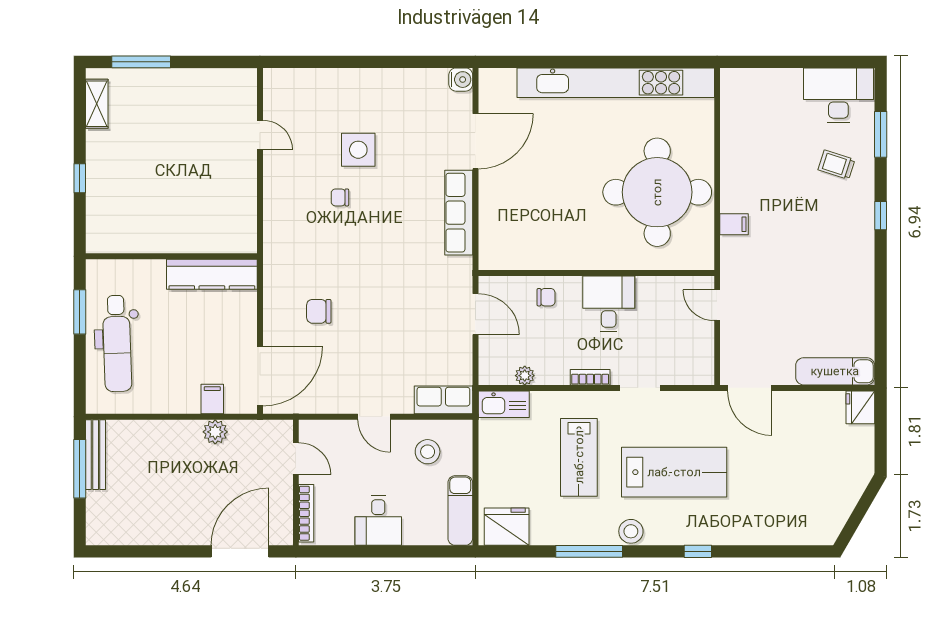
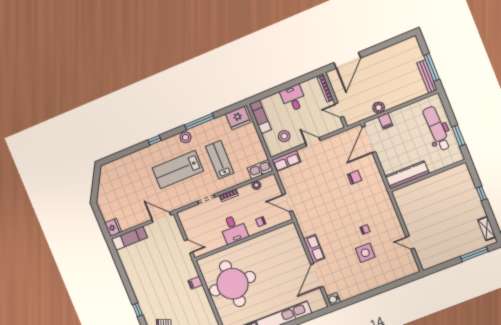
row of seats: (459, 213) -> (314, 249), width x0.68

